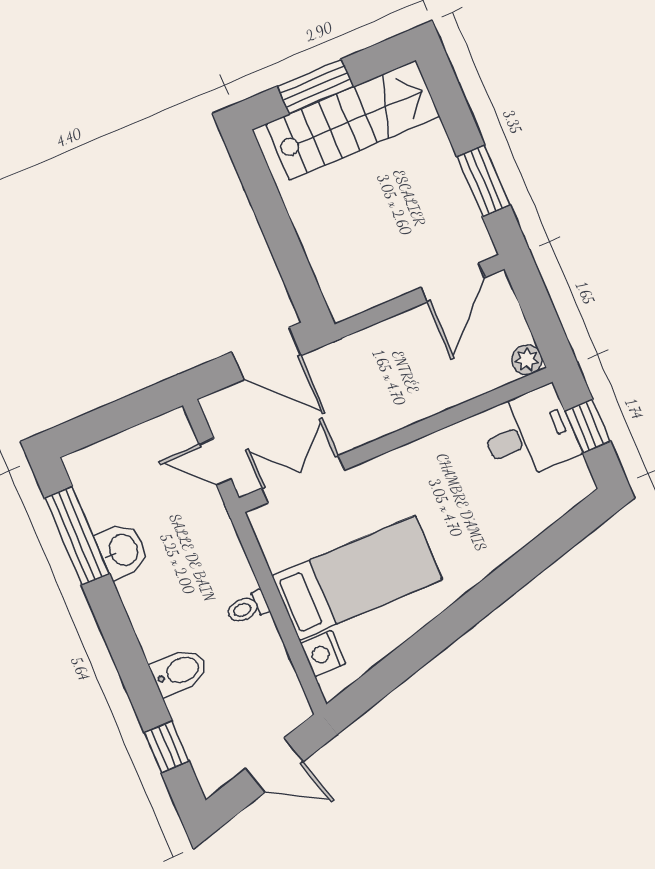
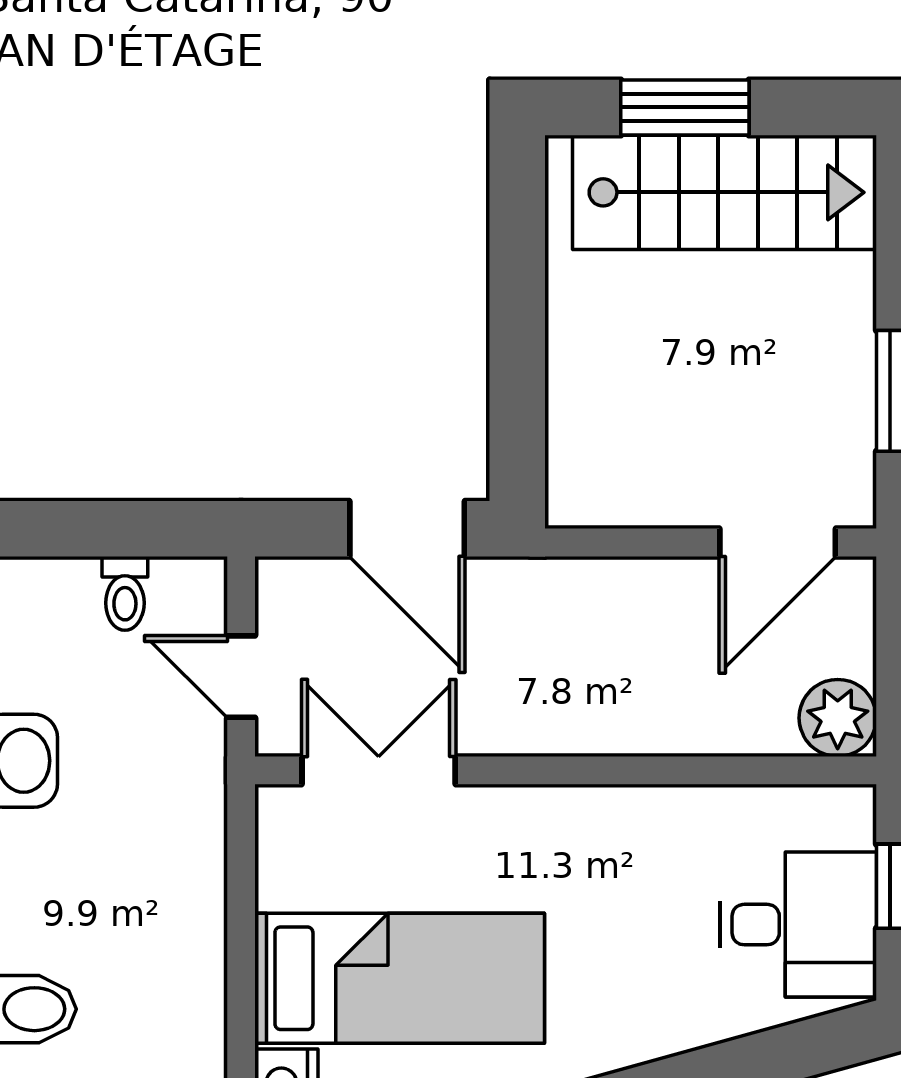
plant: (527, 360) -> (838, 718), width x1.38, depth x1.38
desk: (529, 434) -> (798, 925), moved
toilet: (247, 608) -> (125, 593), moved, turned -90

